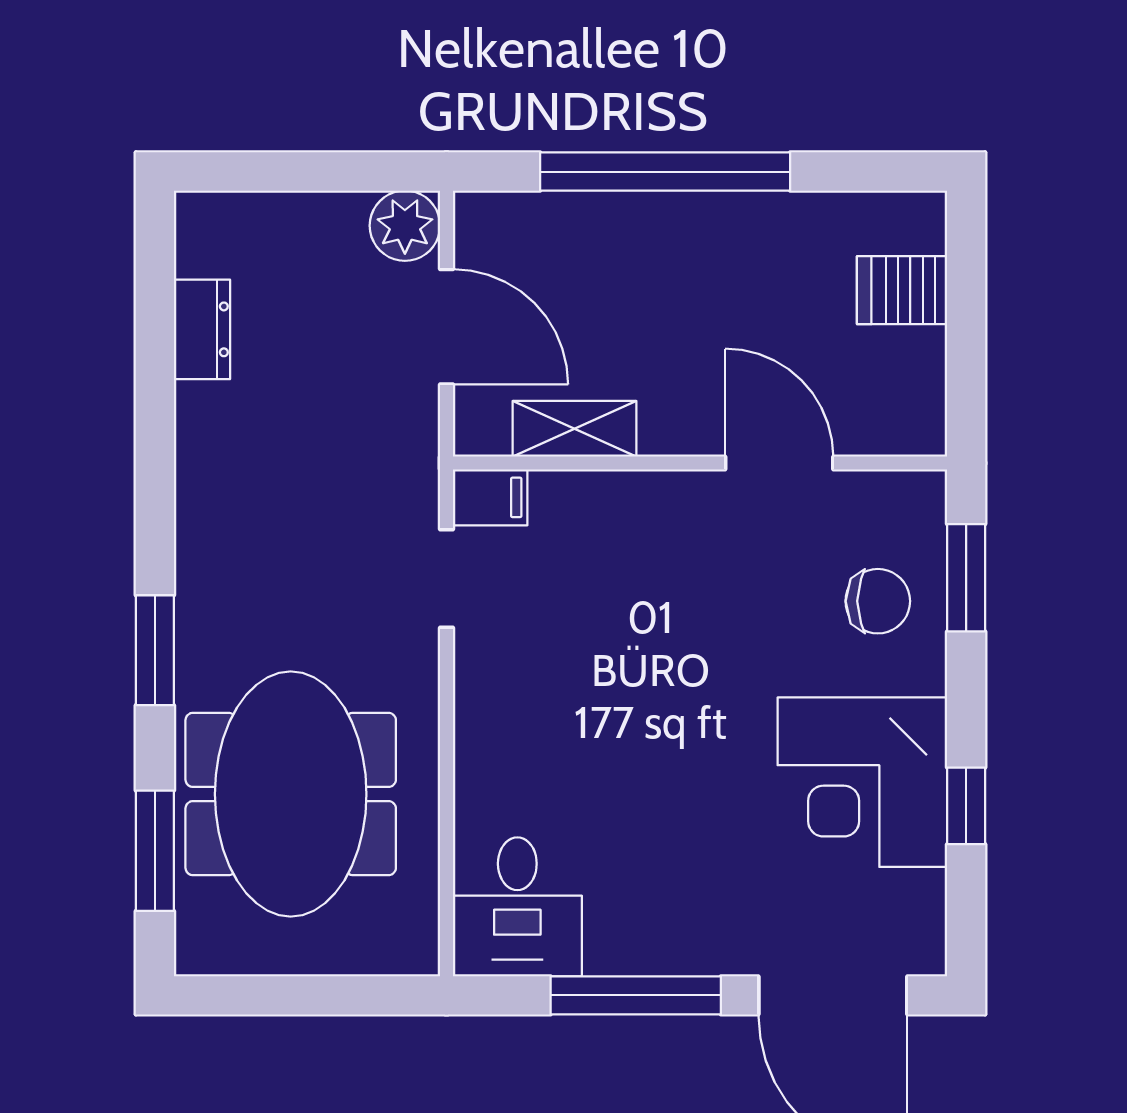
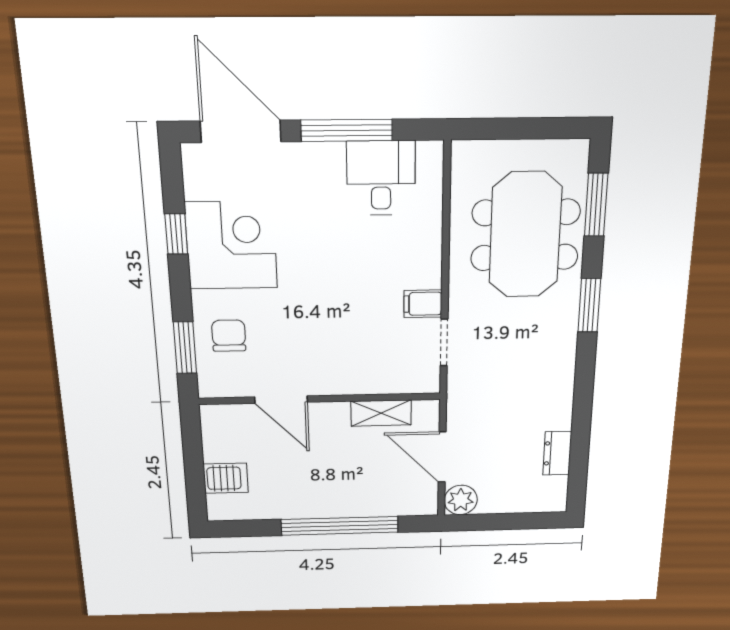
filing cabinet: (490, 497) -> (423, 304), moved
chair: (878, 601) -> (229, 336), turned 90
desk: (517, 907) -> (381, 178), moved

